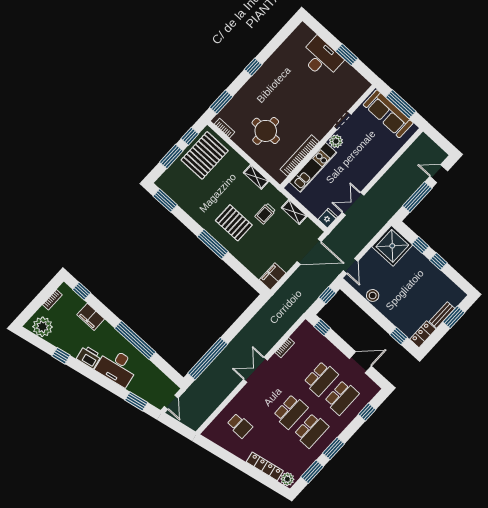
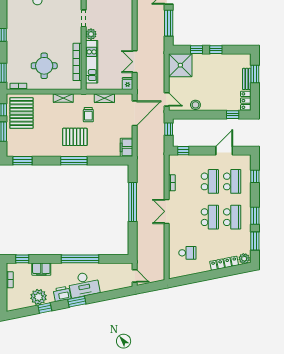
plant: (42, 327) -> (39, 297), moved
window: (208, 359) -> (133, 202), moved
window: (136, 401) -> (77, 302), moved

